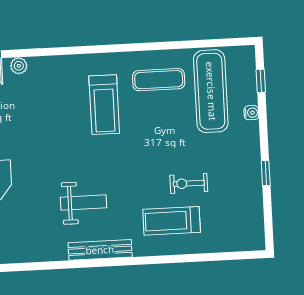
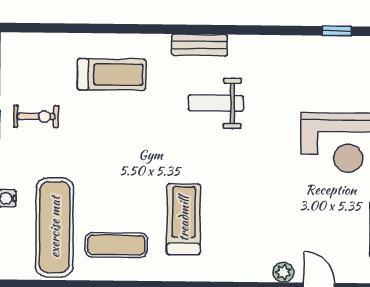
exercise bike: (189, 183) -> (36, 116), moved
bench: (100, 250) -> (200, 45), width x0.73

